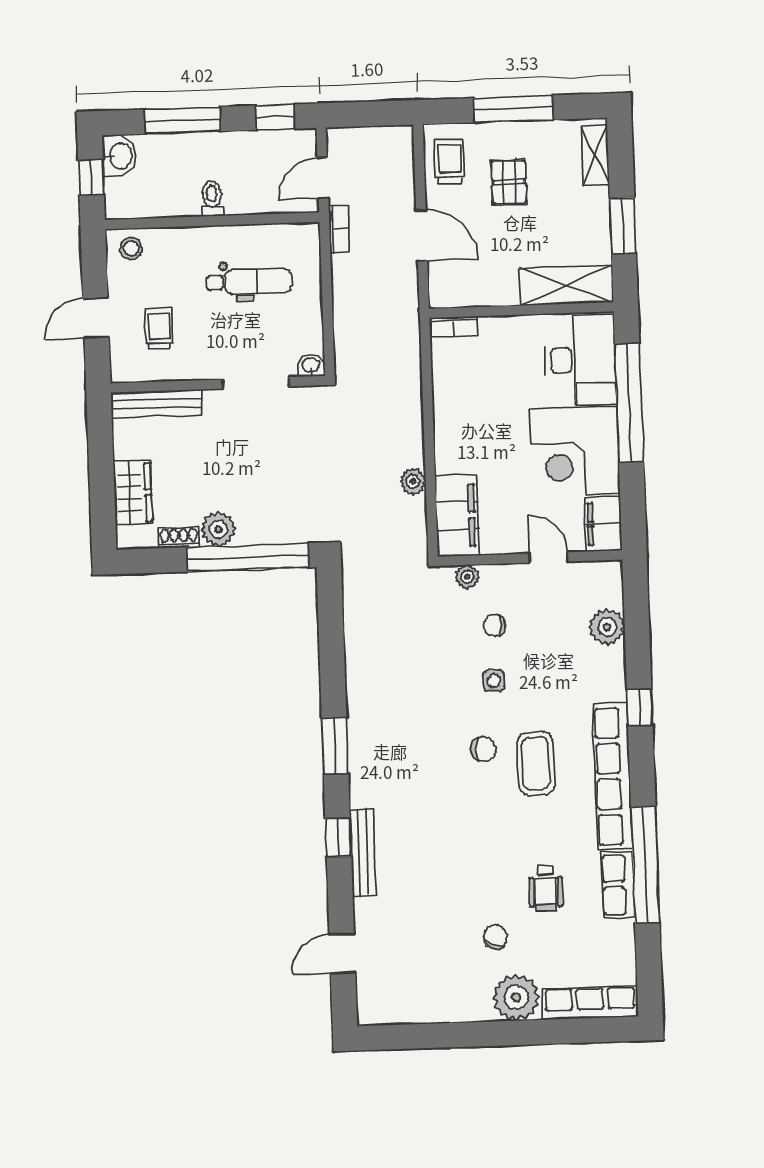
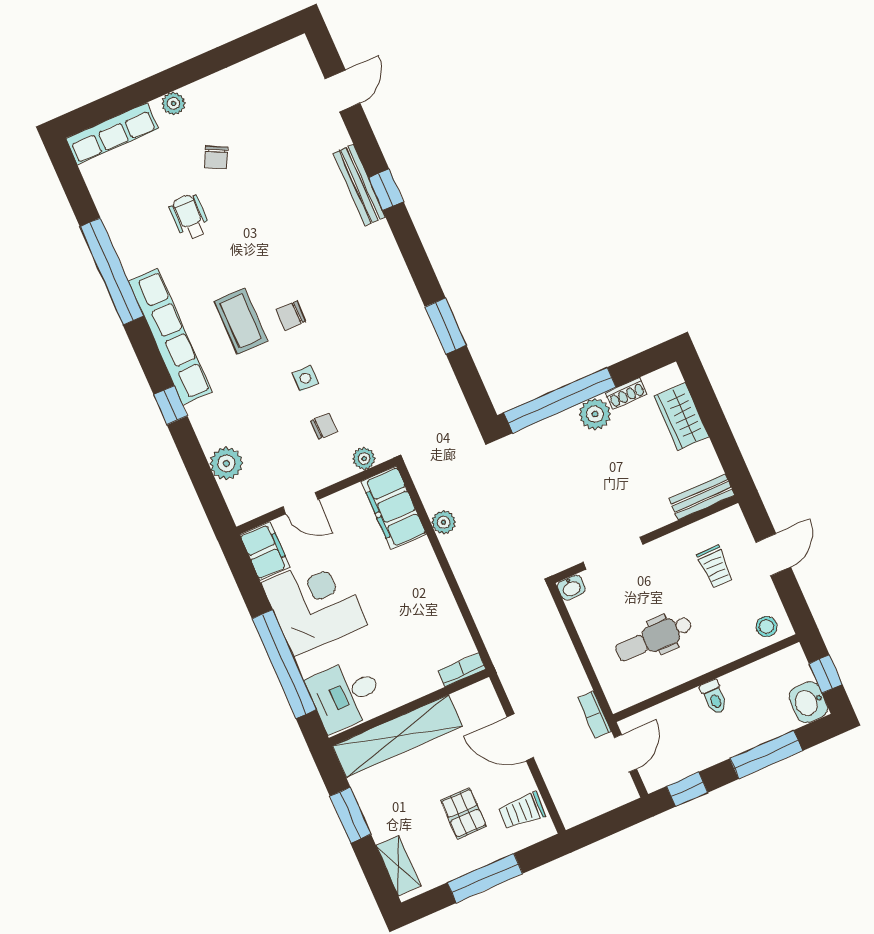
trolley: (450, 161) -> (522, 811), turned 93
shelving: (566, 285) -> (397, 736), width x1.47
desk: (580, 360) -> (346, 695), width x0.73
bench: (156, 404) -> (702, 497), width x0.73
window: (335, 745) -> (446, 326), moved
row of seats: (618, 885) -> (128, 245), removed
plant: (516, 997) -> (173, 103), width x0.53, depth x0.53

